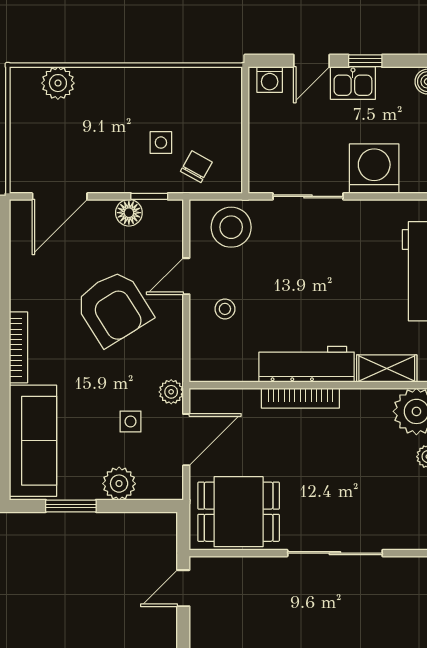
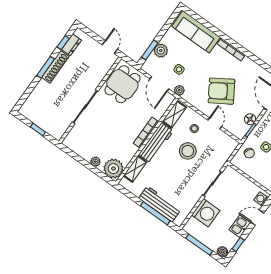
door: (312, 61) -> (257, 218), hinge flipped
window: (365, 61) -> (238, 244), moved
stool: (231, 227) -> (188, 151), moved
shelving: (225, 368) -> (174, 114), added
window: (71, 506) -> (150, 50), moved

